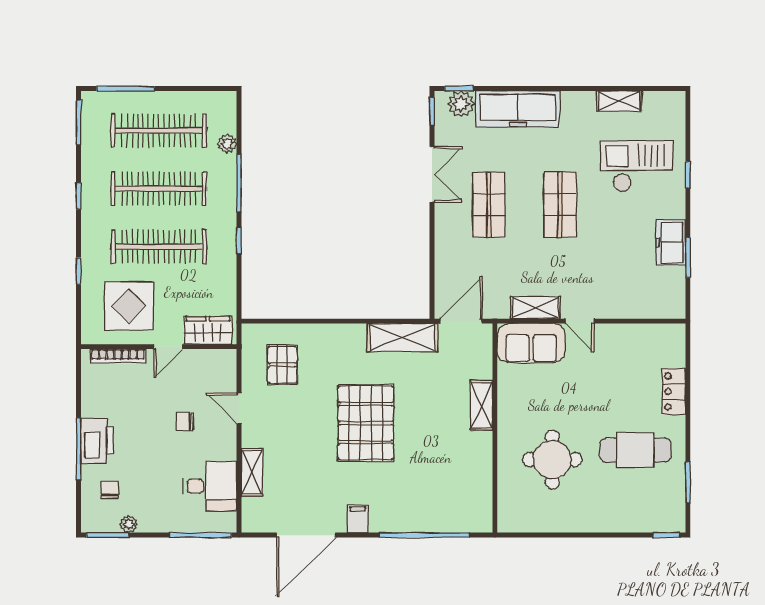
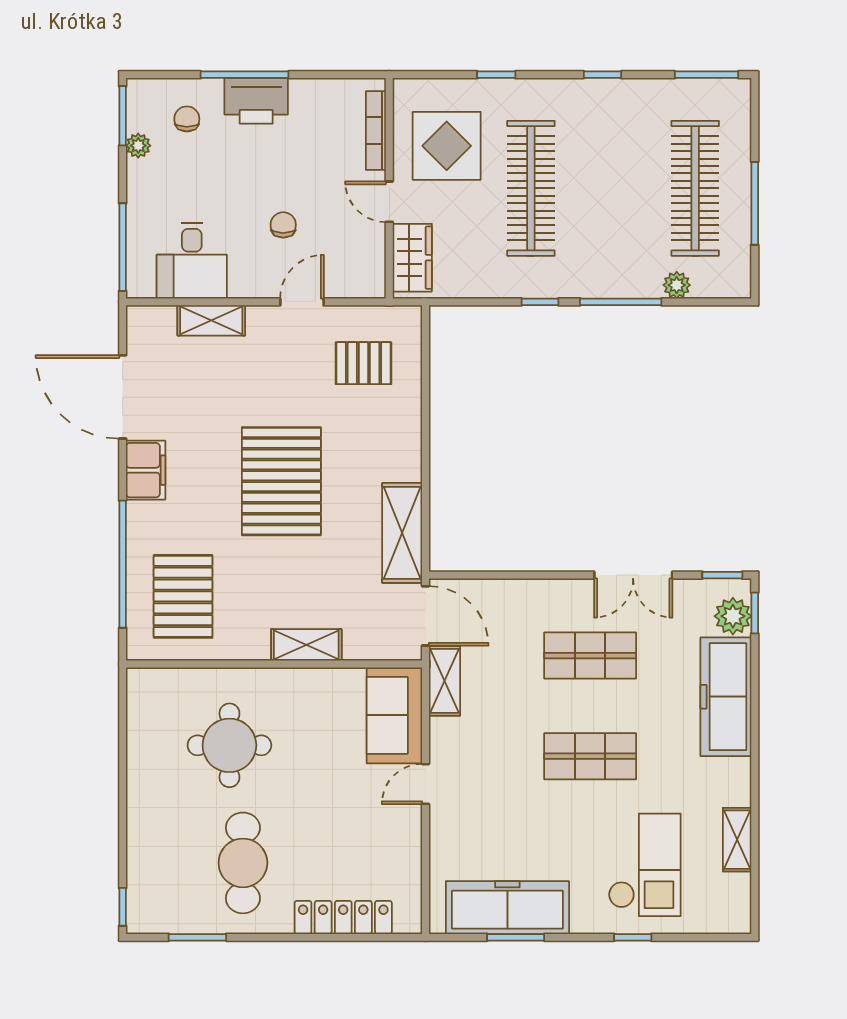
window: (126, 88) -> (755, 203), moved
clothes rail: (159, 189) -> (613, 188), removed
freezer: (671, 242) -> (507, 908), width x1.91, depth x1.26
shelving: (535, 308) -> (444, 681), moved
locker: (674, 391) -> (343, 917), width x1.53
pallet: (366, 423) -> (281, 481), turned 90
chair: (110, 490) -> (187, 119), turned -90
pallet: (447, 492) -> (183, 596), added
filing cabinet: (358, 519) -> (146, 470), width x2.00

